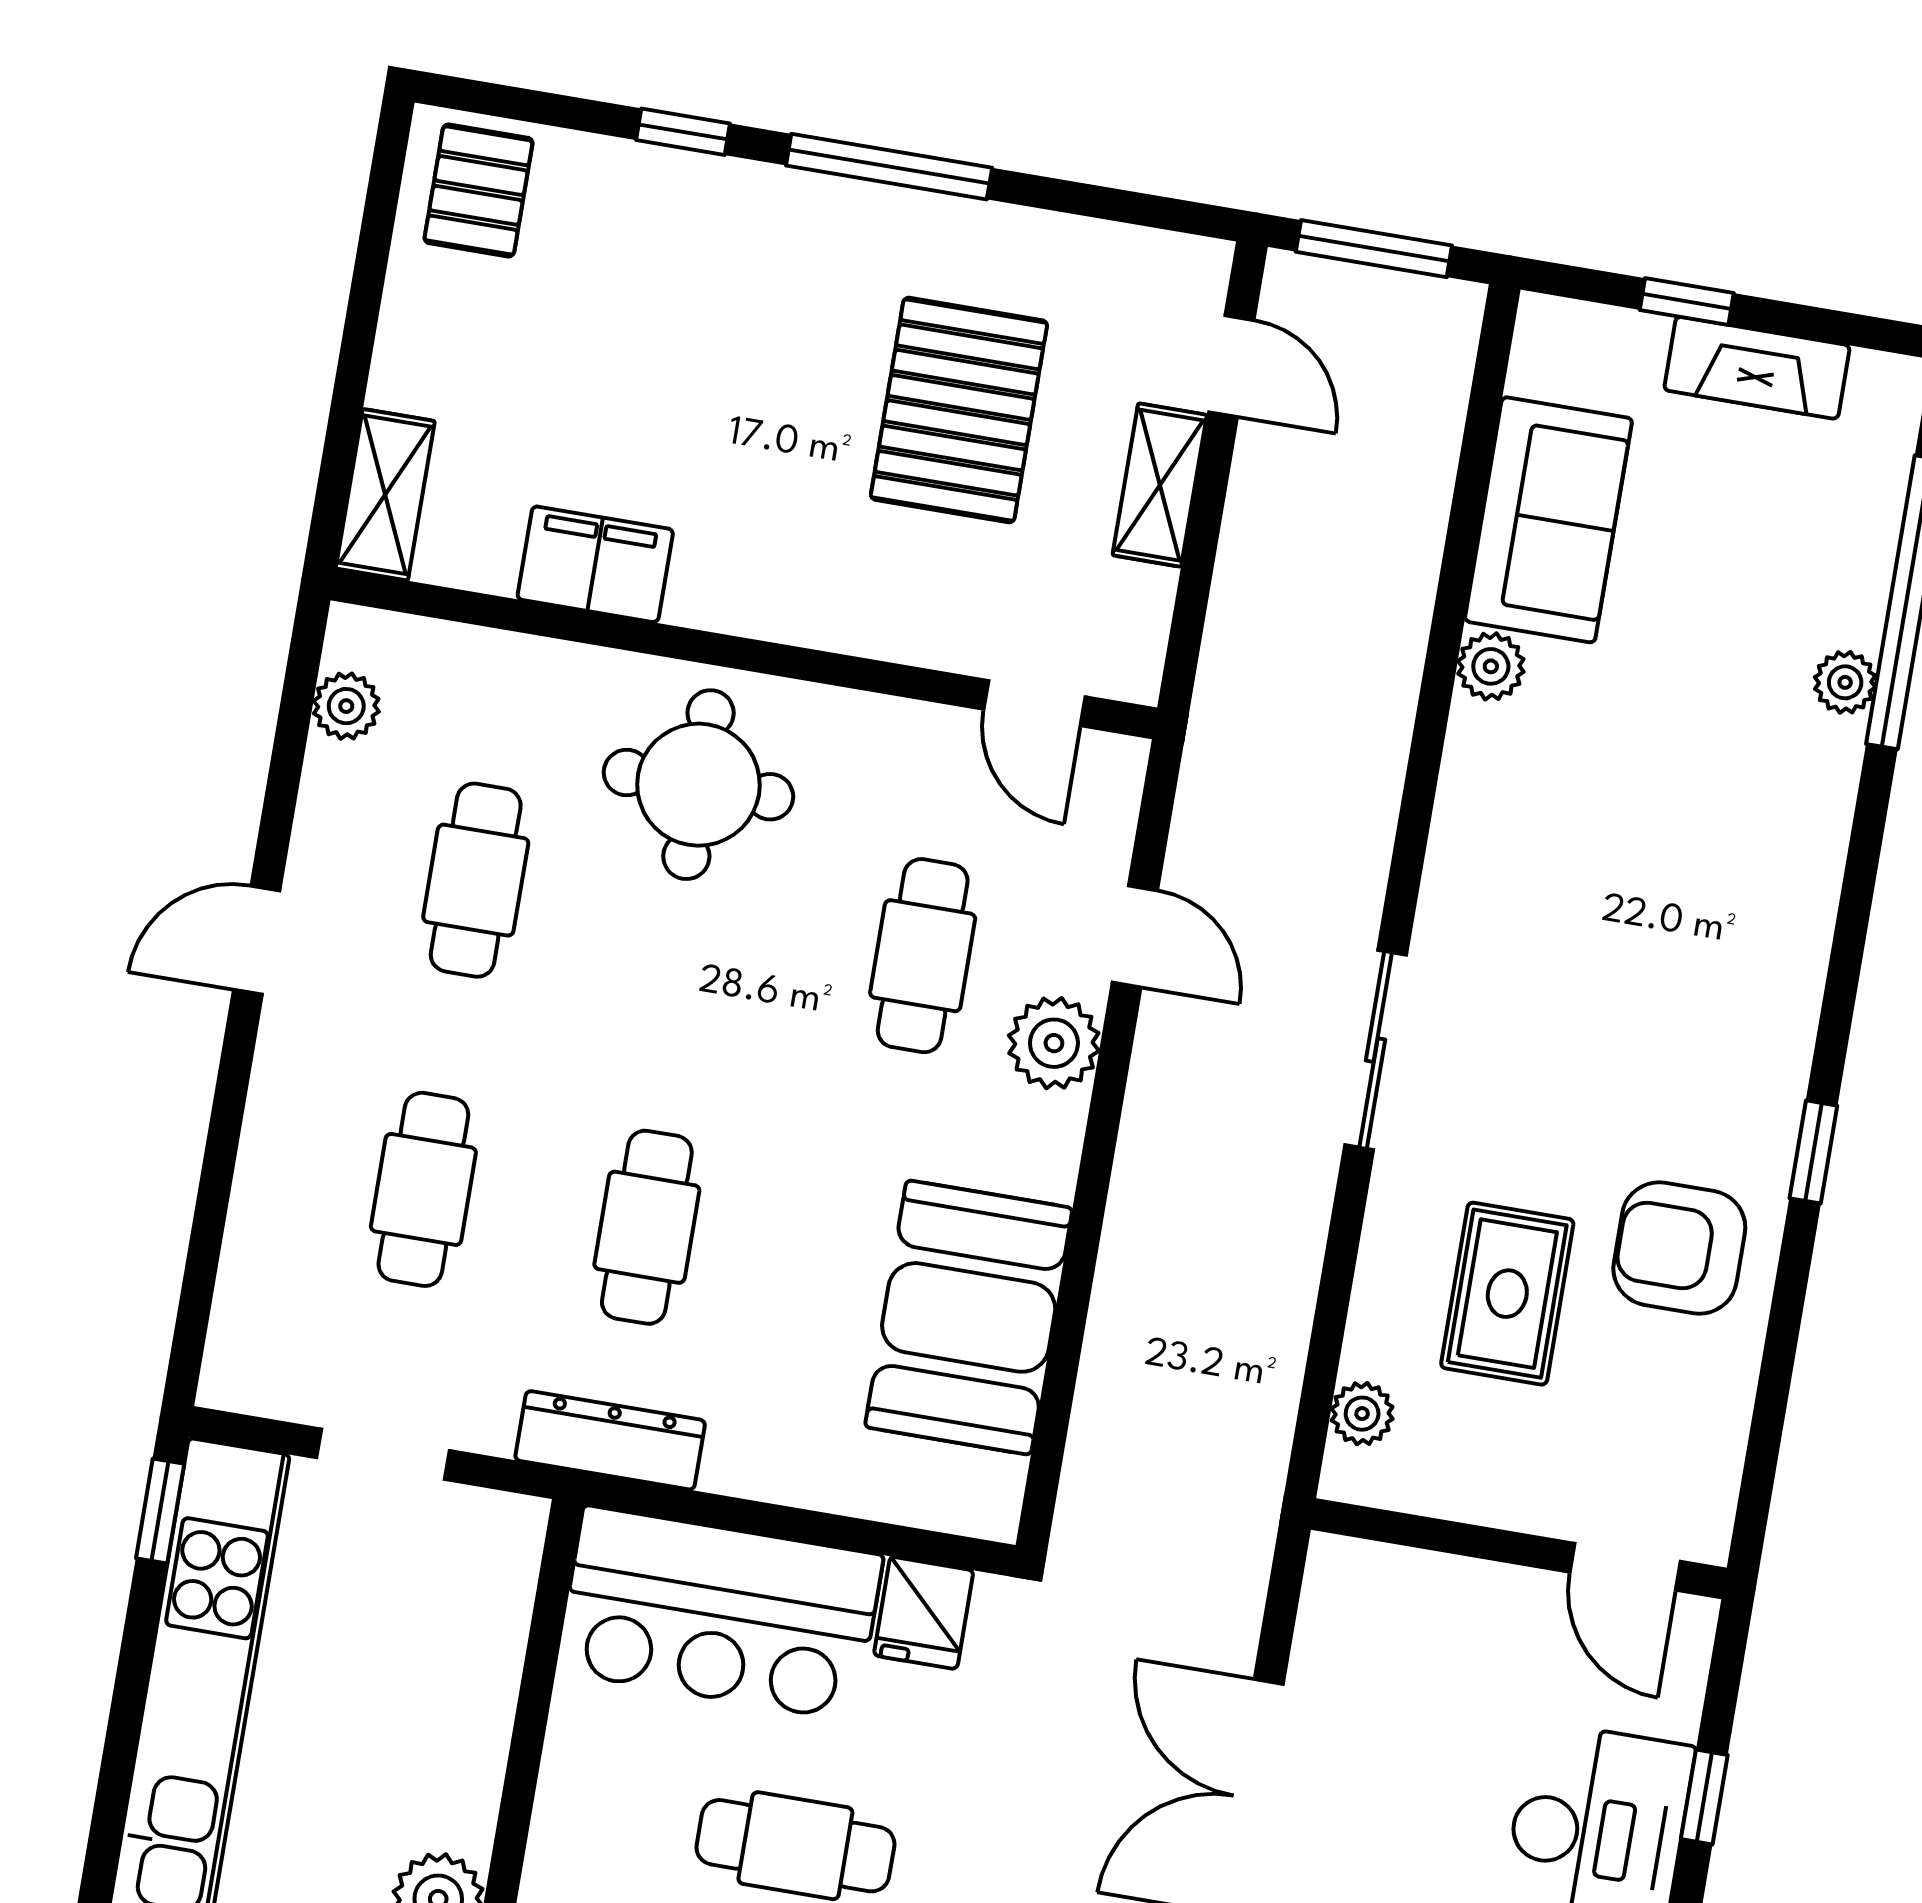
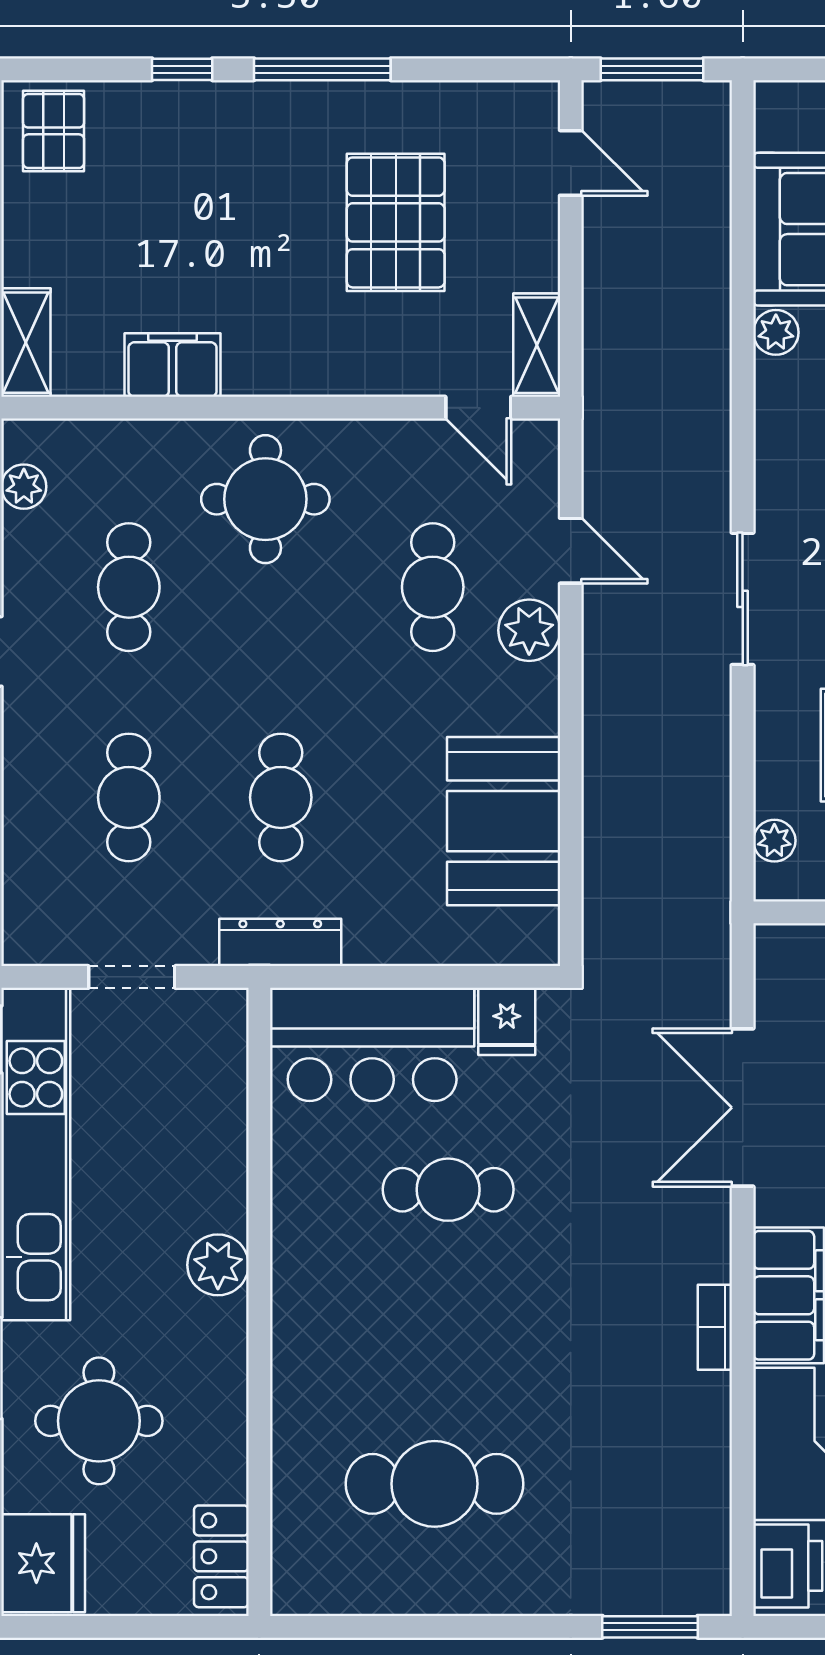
shelving: (1160, 485) -> (537, 345), moved

